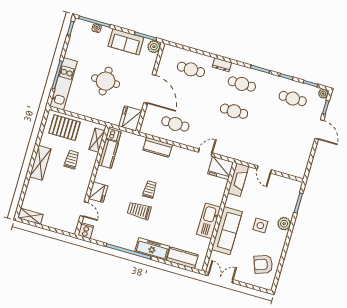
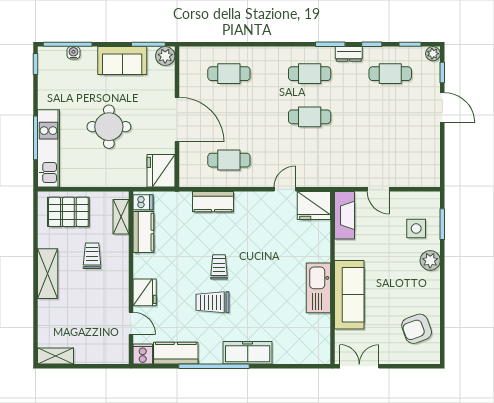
dresser: (222, 65) -> (349, 54), moved
side table: (260, 226) -> (416, 228), moved
kitchen counter: (182, 258) -> (176, 353), moved

